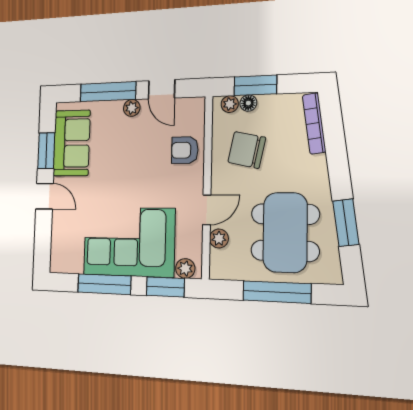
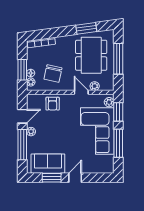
dining table: (285, 232) -> (91, 55), turned 90

